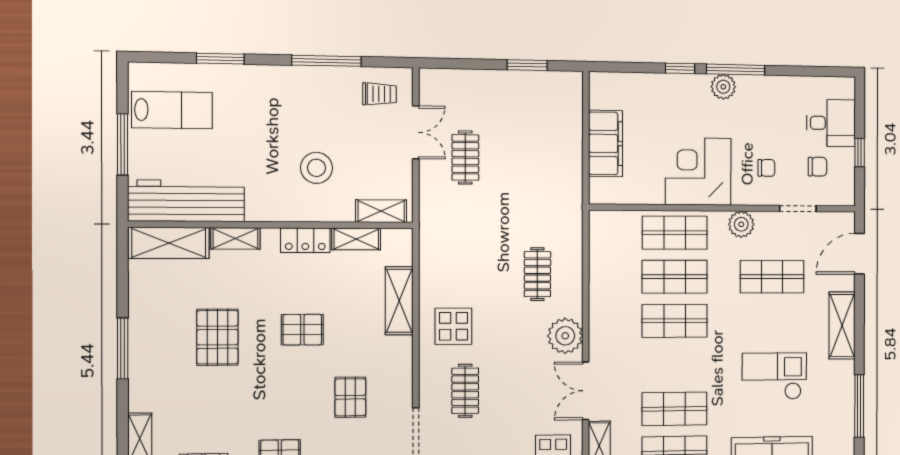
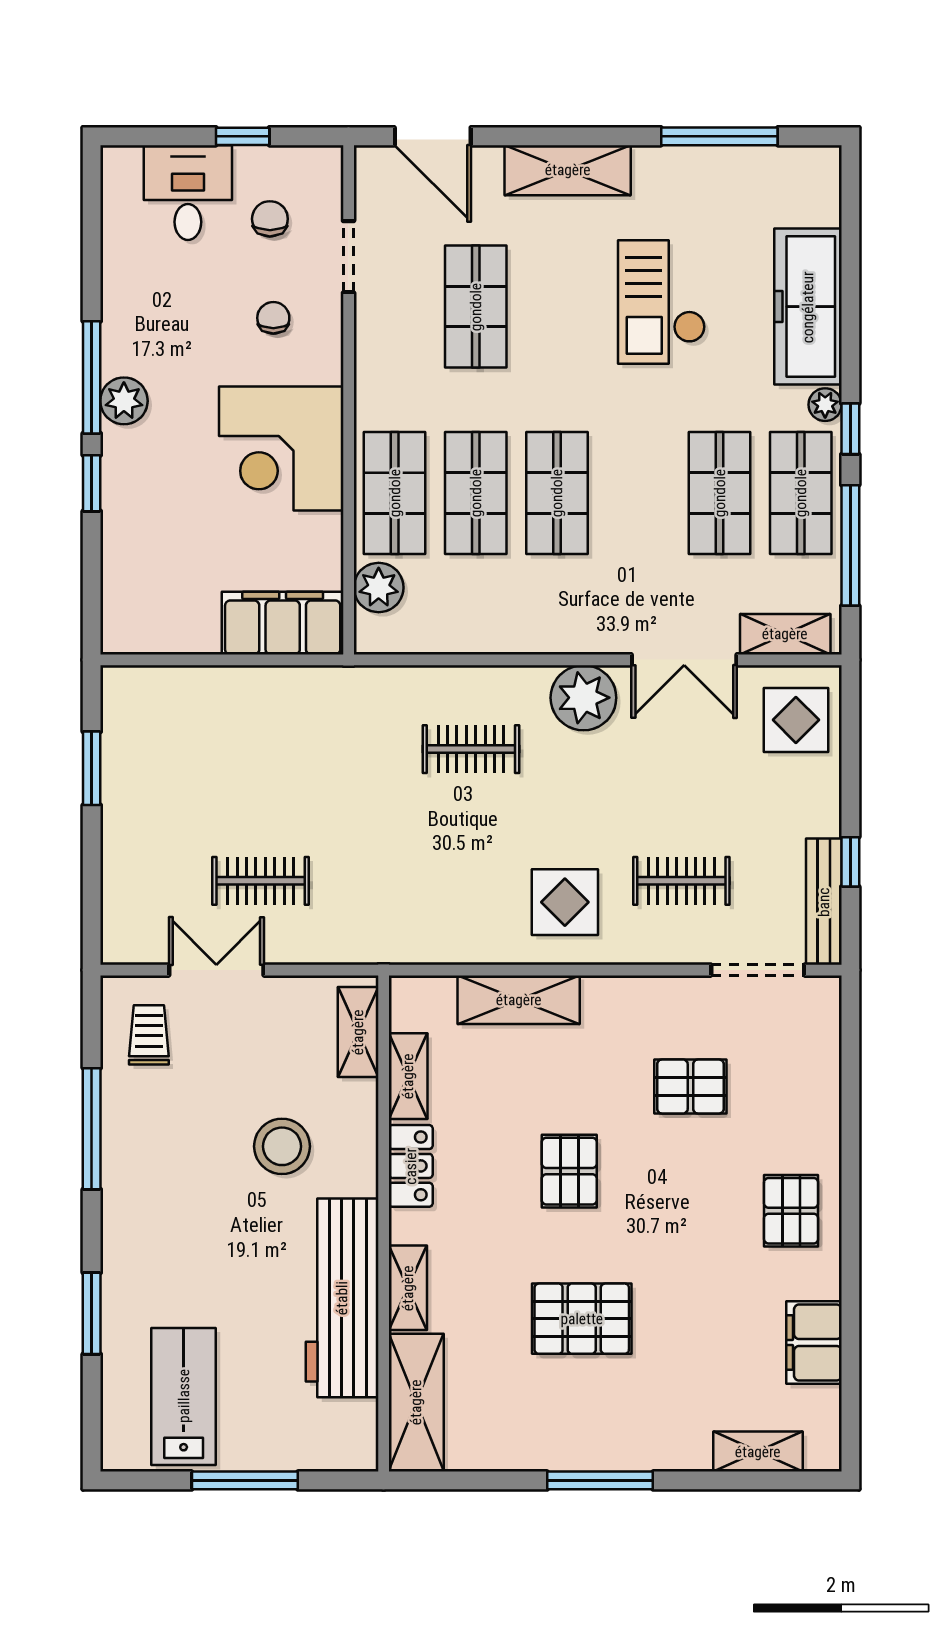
filing cabinet: (606, 143) -> (283, 623), moved
workbench: (186, 201) -> (342, 1298), moved
plant: (741, 224) -> (379, 588), moved

